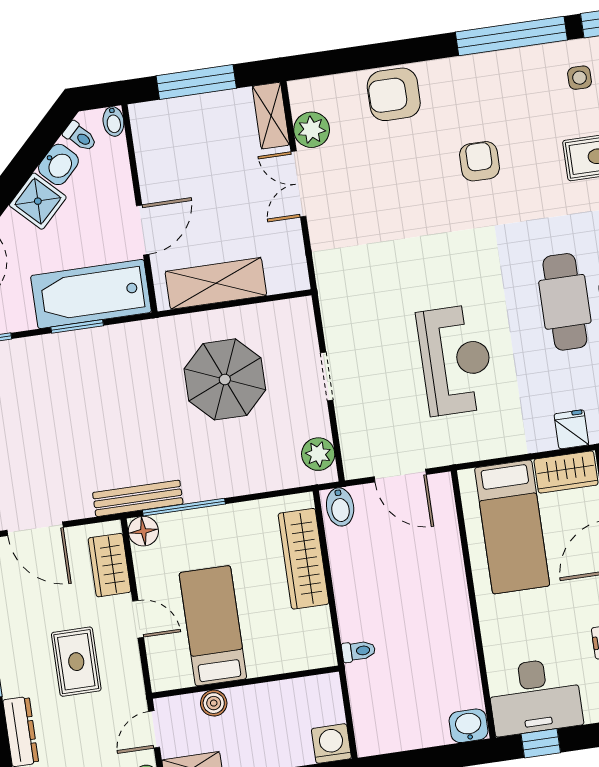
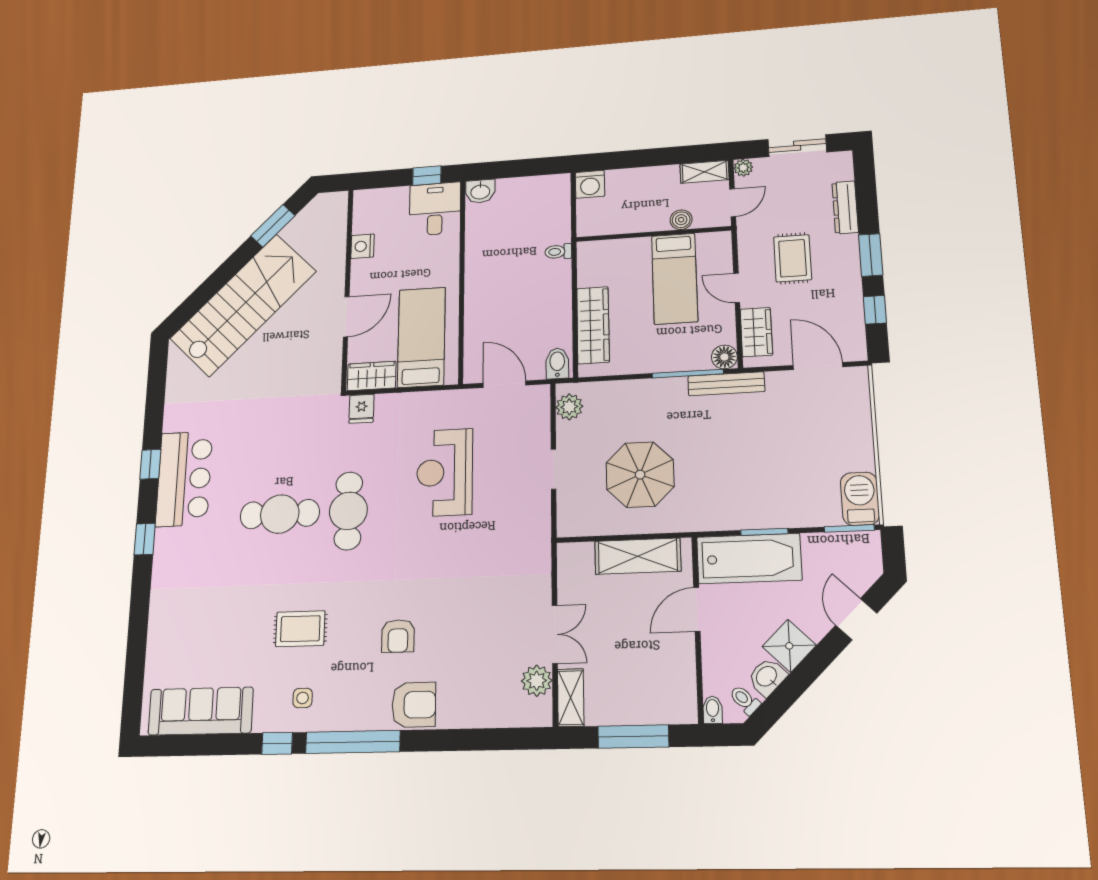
armchair: (394, 94) -> (414, 705), moved
desk: (535, 696) -> (435, 209), width x0.73

